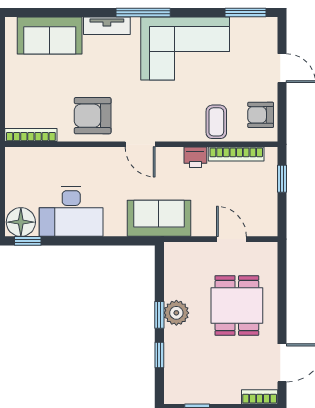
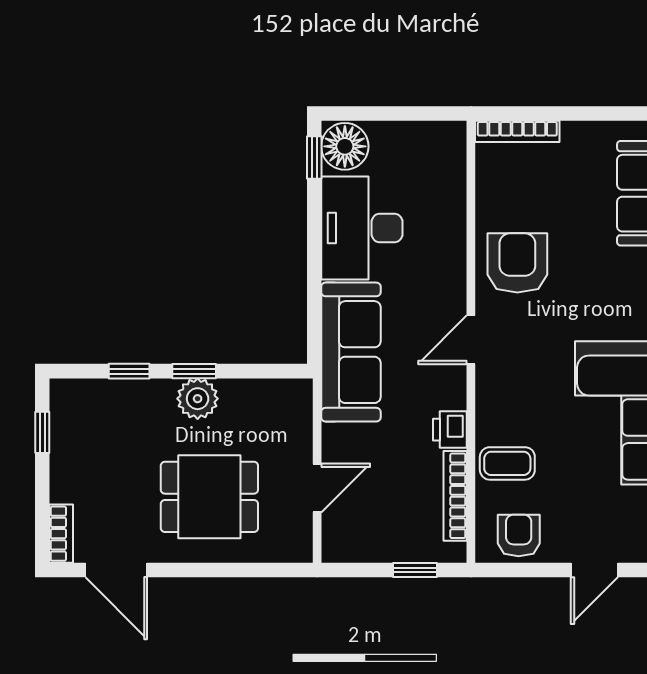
bookcase: (31, 135) -> (517, 131), moved, turned 90
sofa: (159, 218) -> (351, 352), width x1.36

